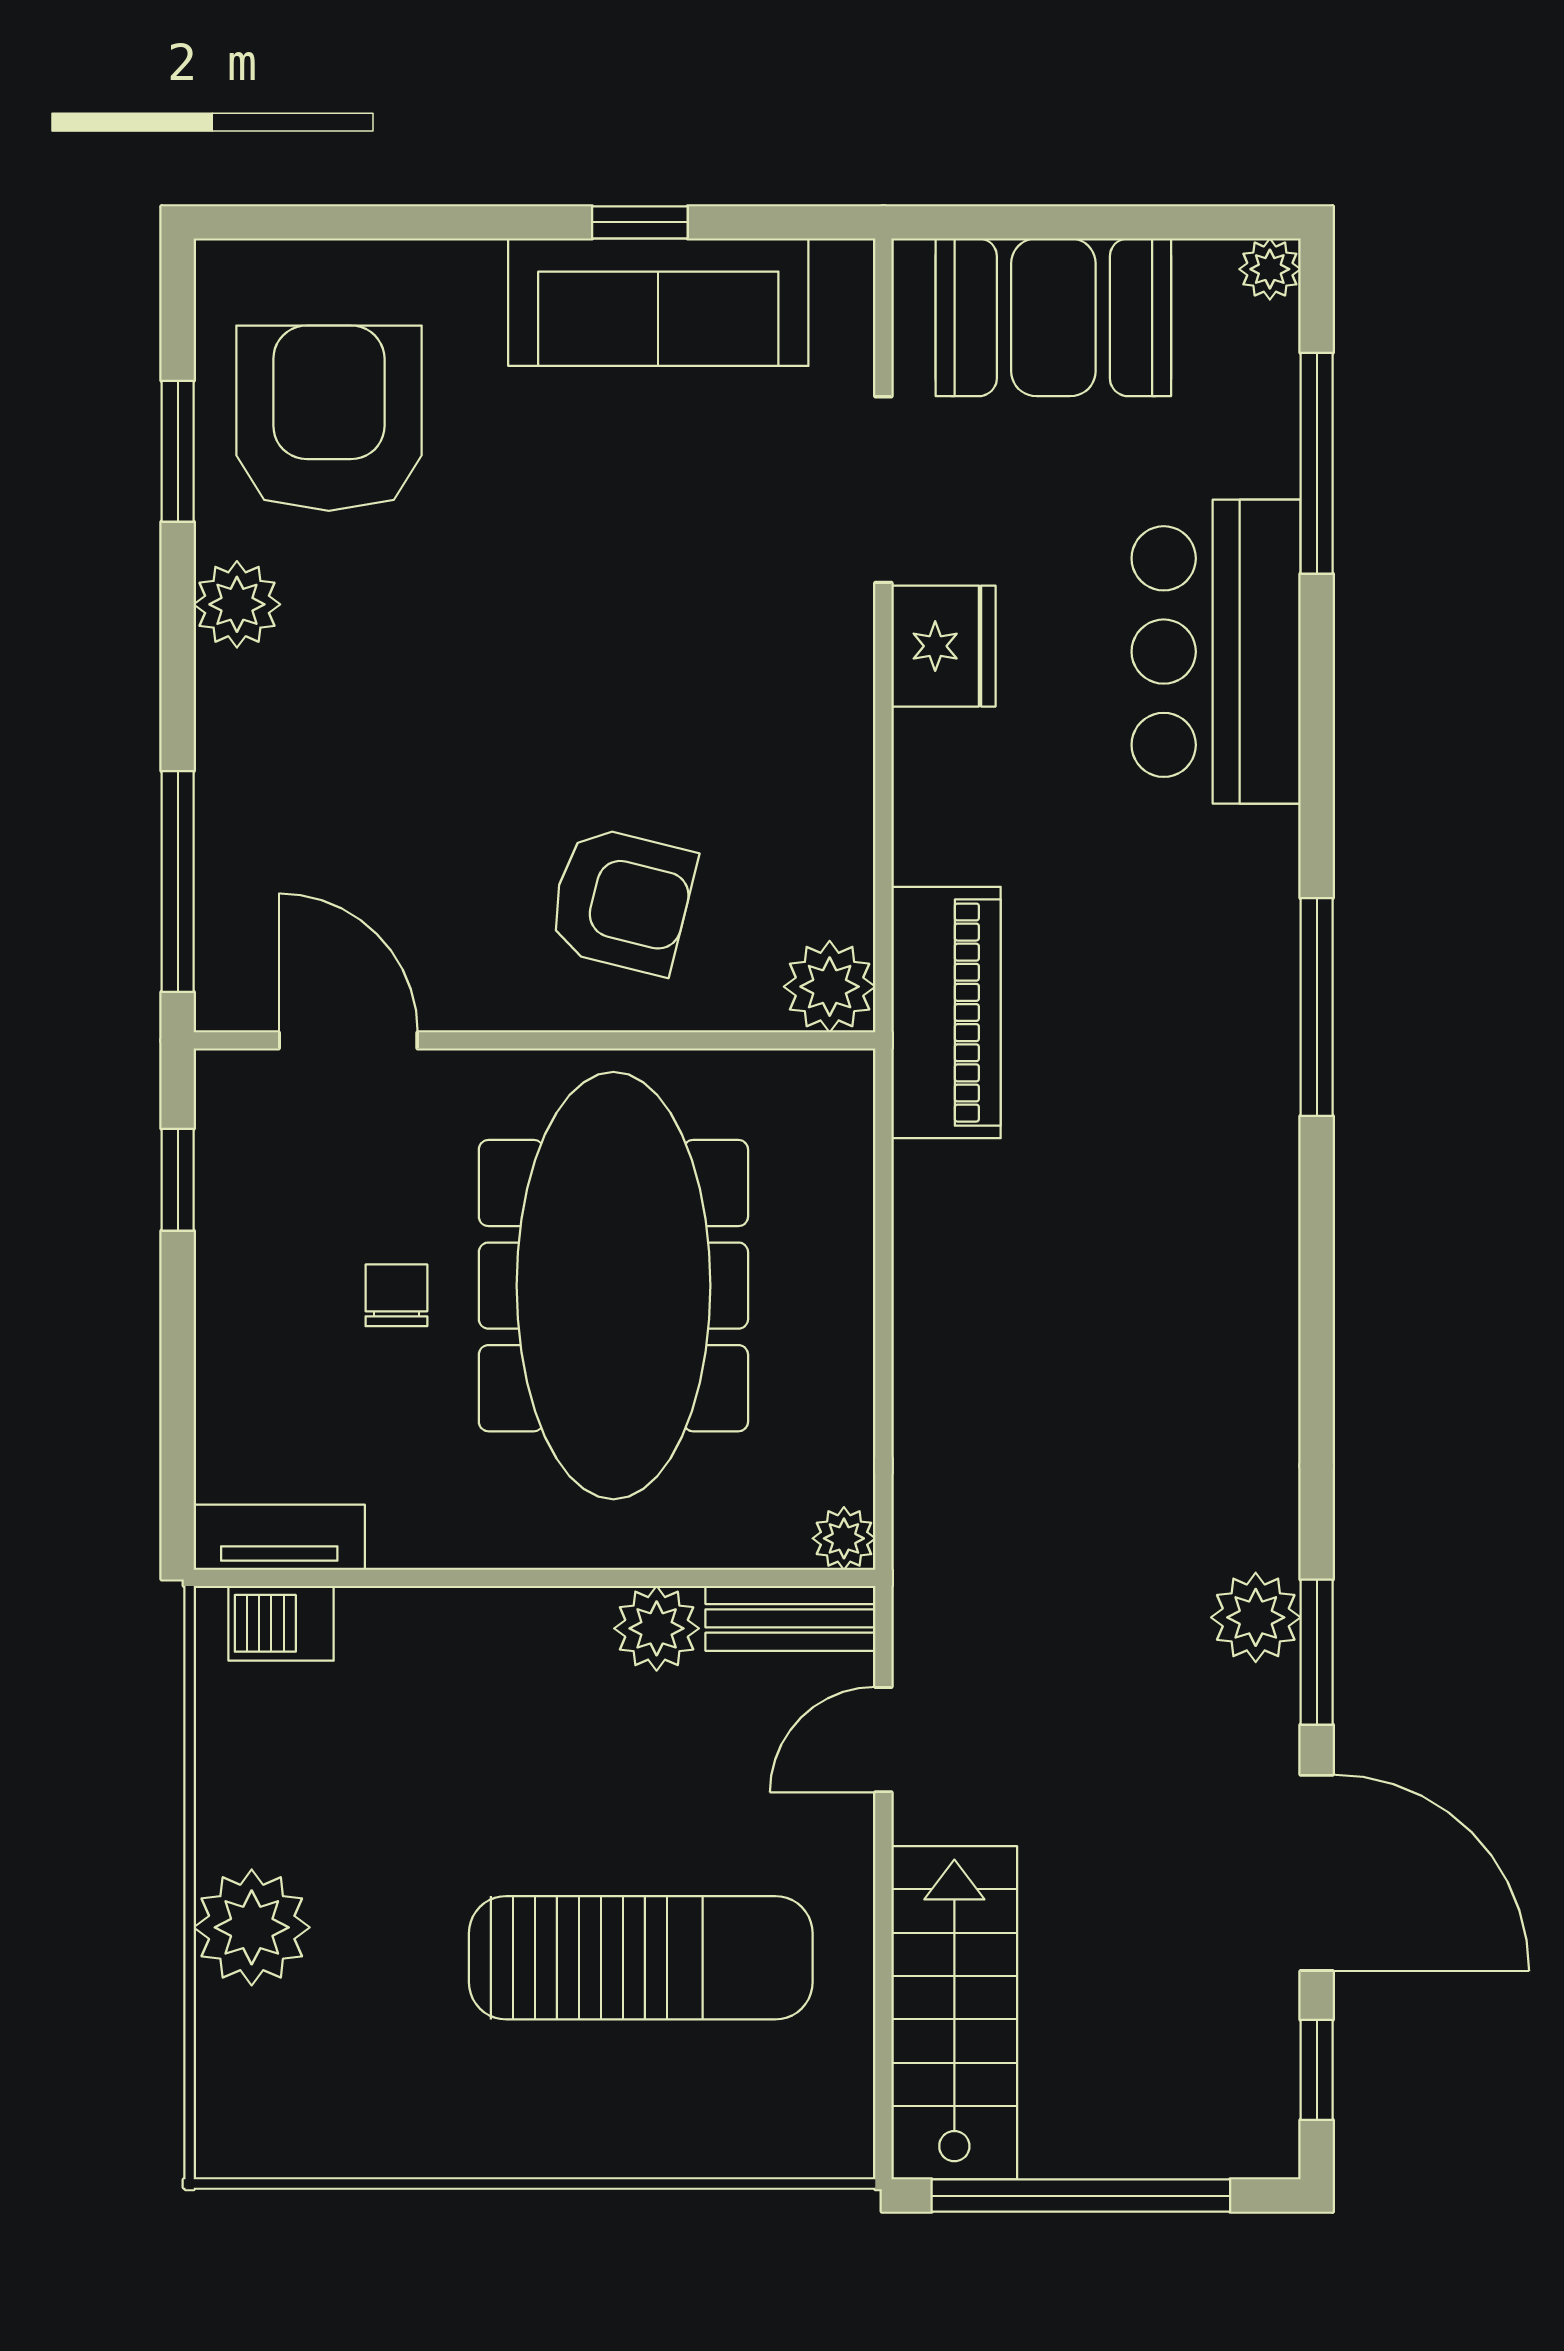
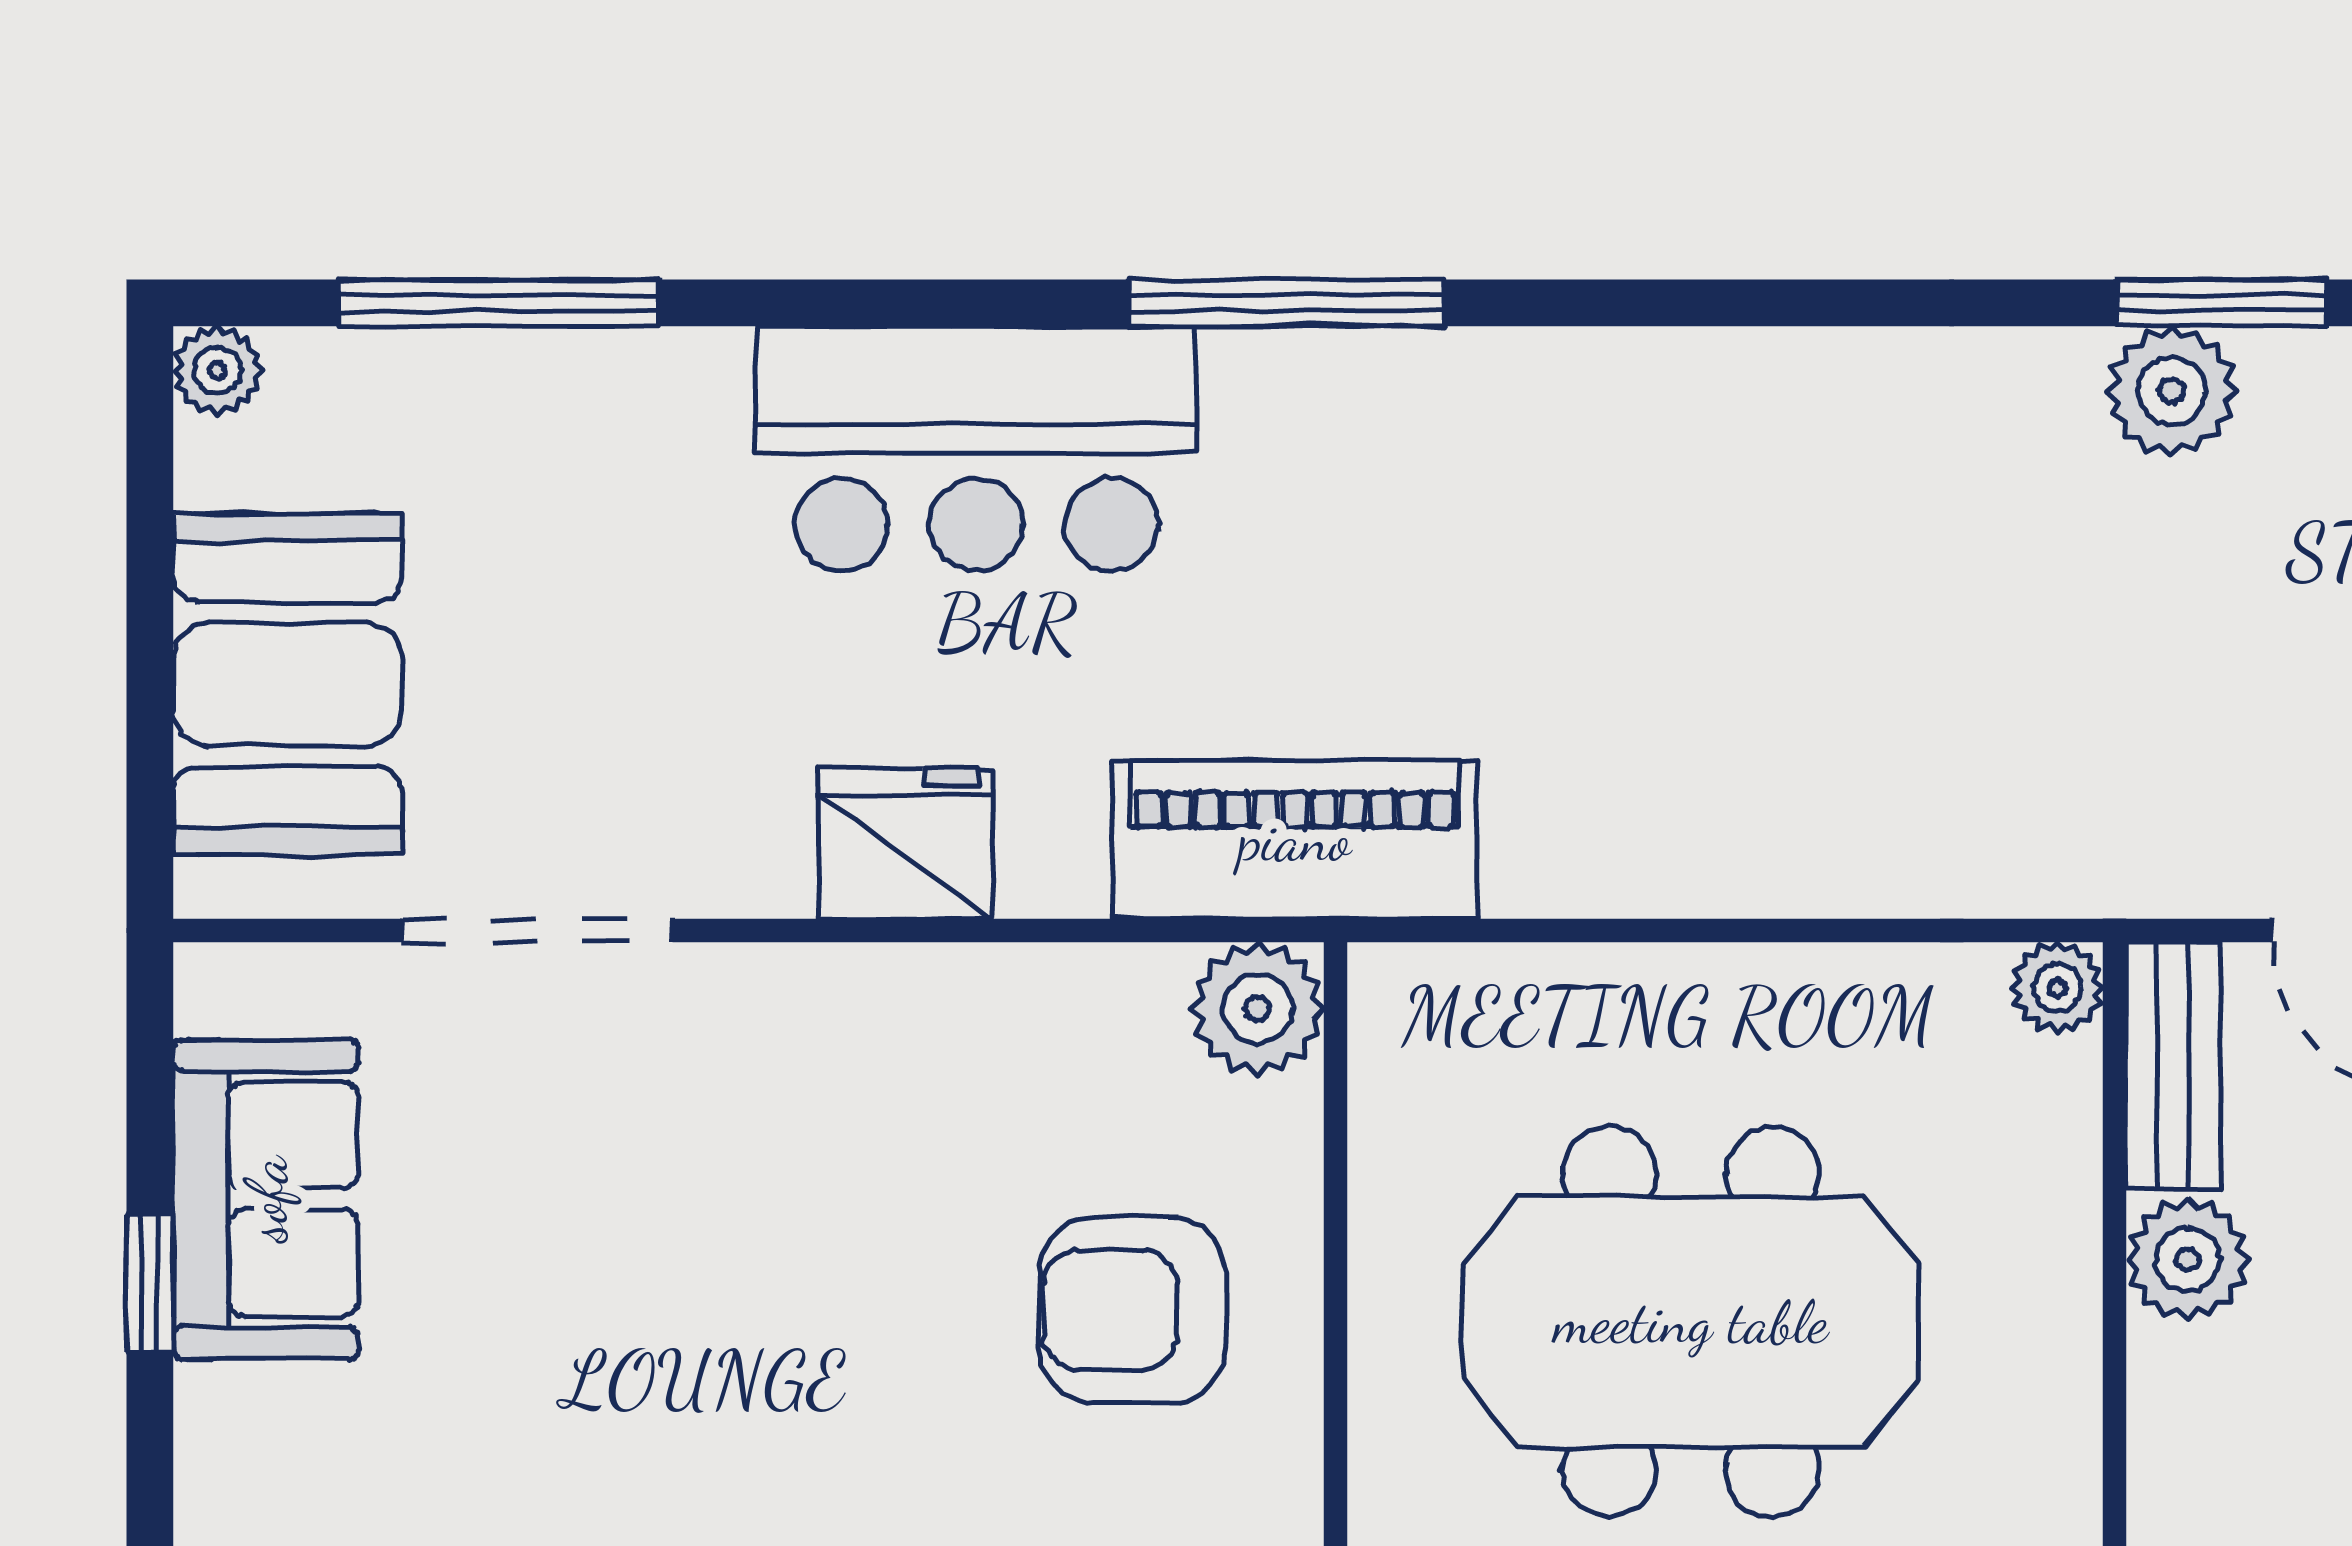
sofa: (658, 302) -> (266, 1199), width x0.73
fridge: (944, 646) -> (905, 843), moved
bar counter: (1216, 652) -> (976, 448), moved
armchair: (622, 900) -> (1132, 1310), turned -104
meeting table: (613, 1286) -> (1691, 1322), width x0.73

